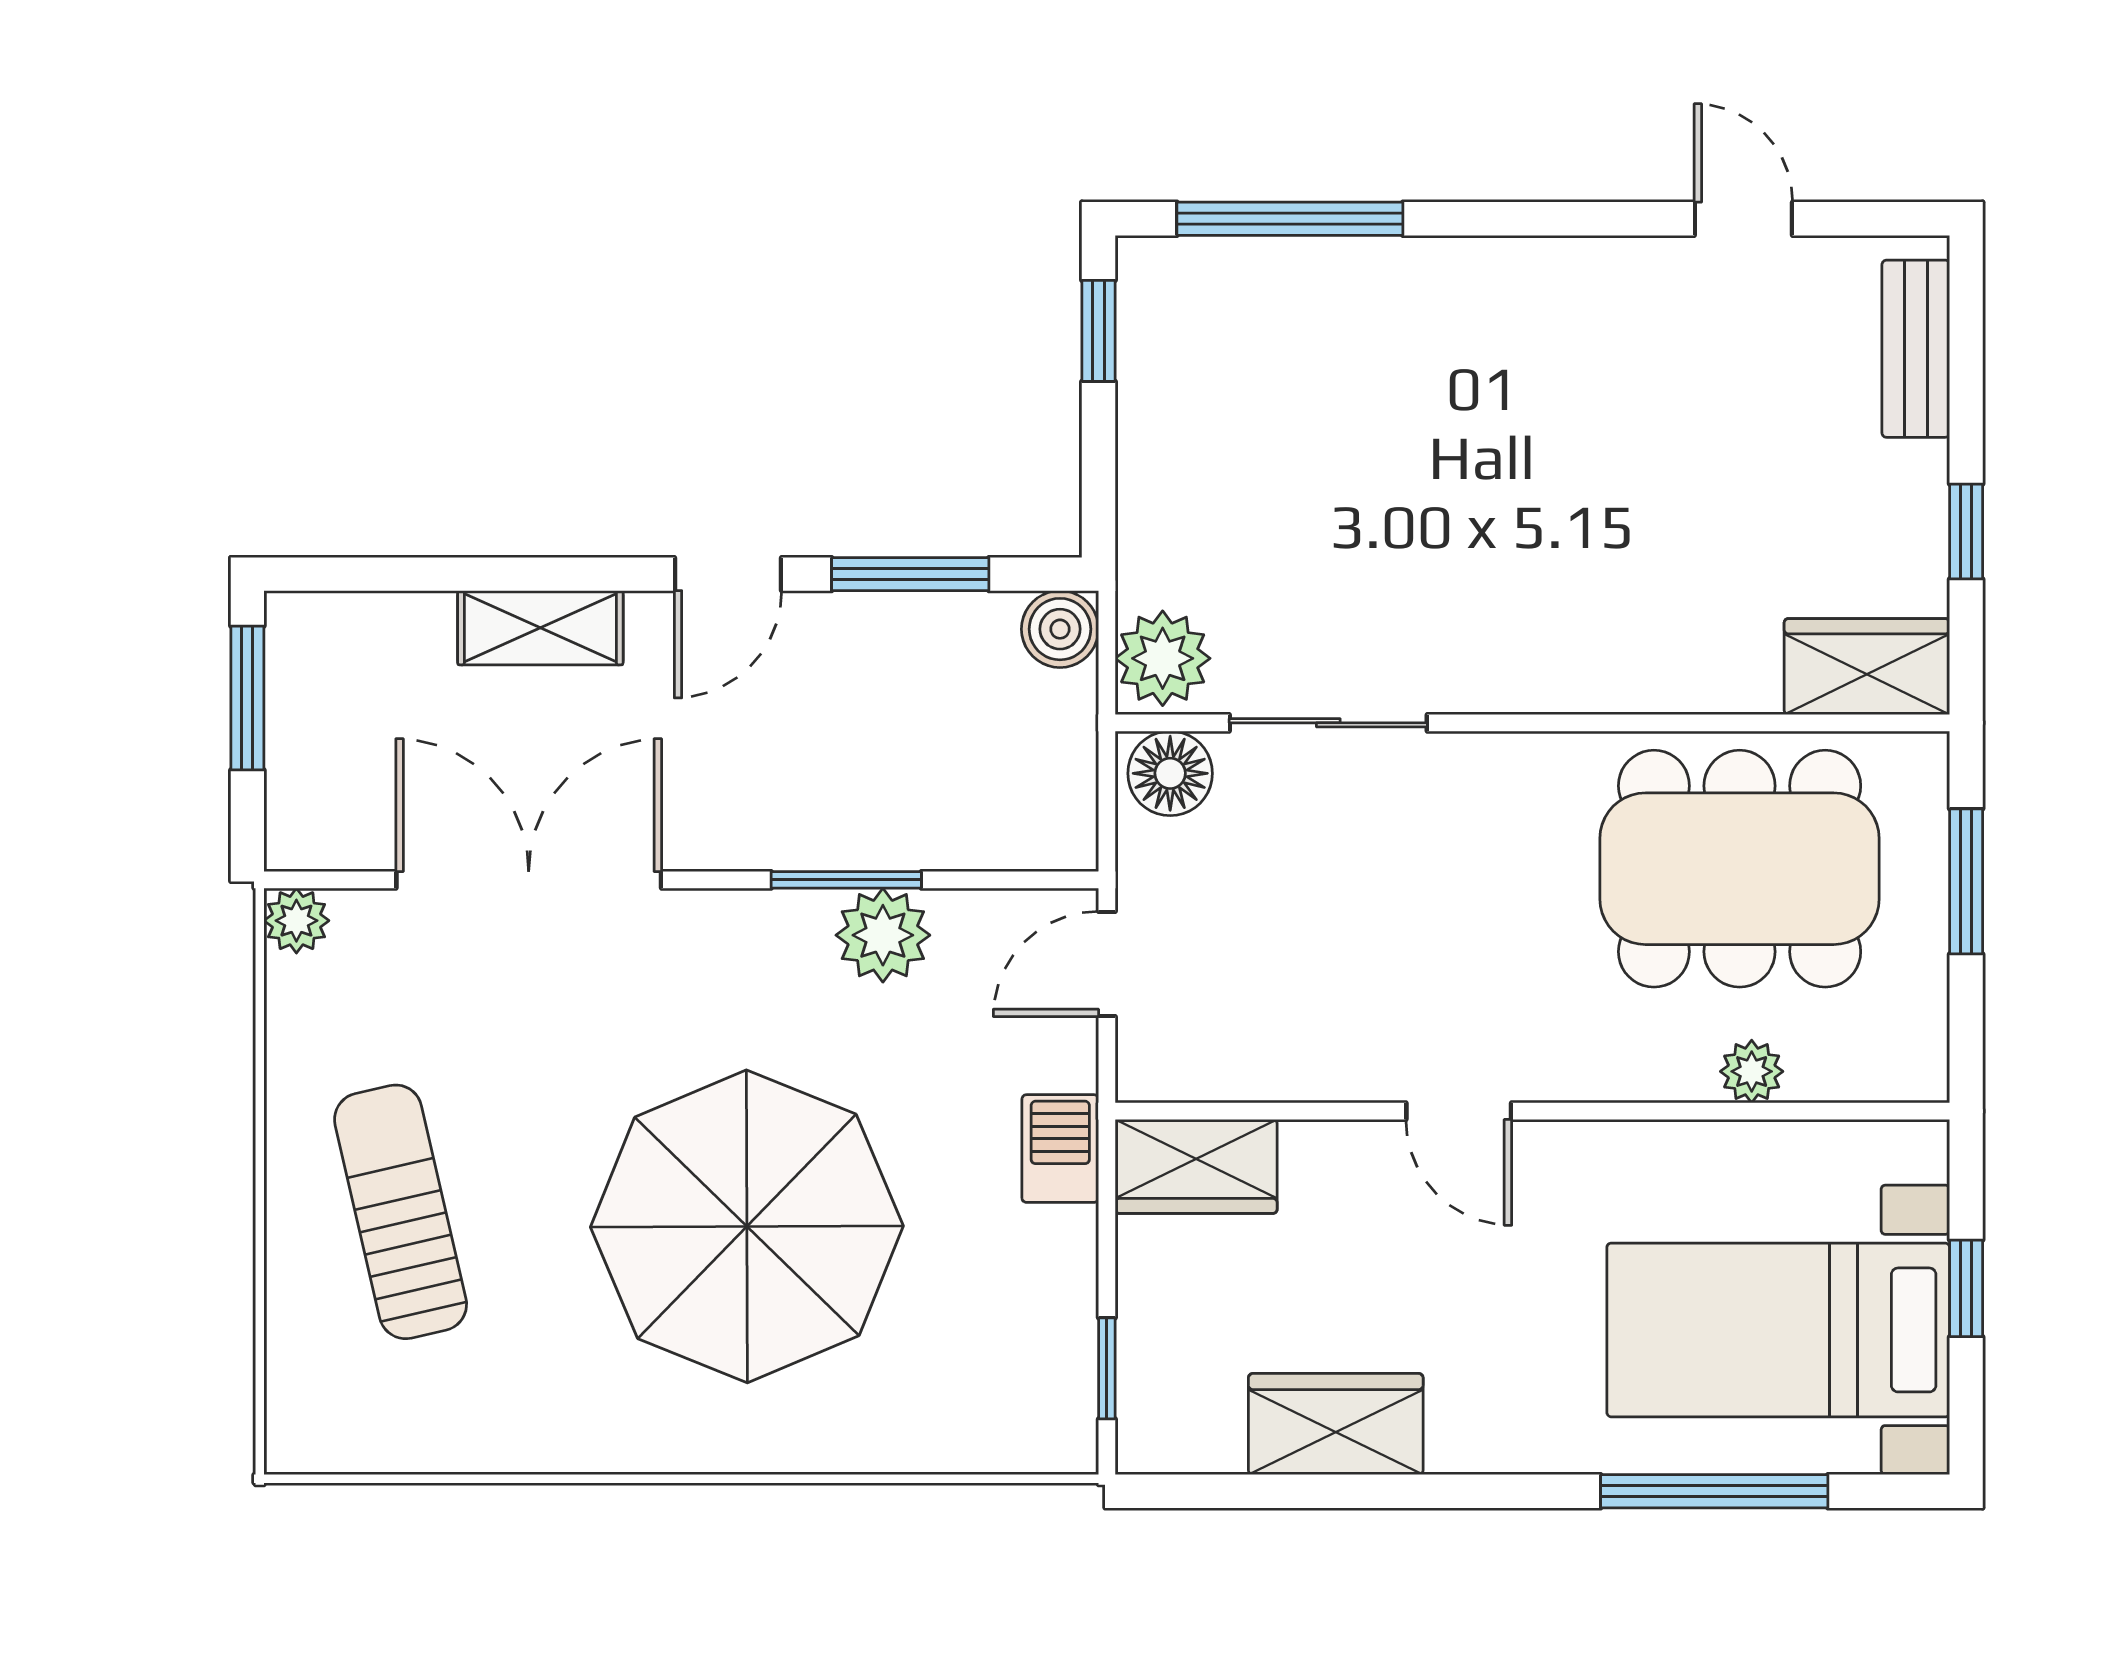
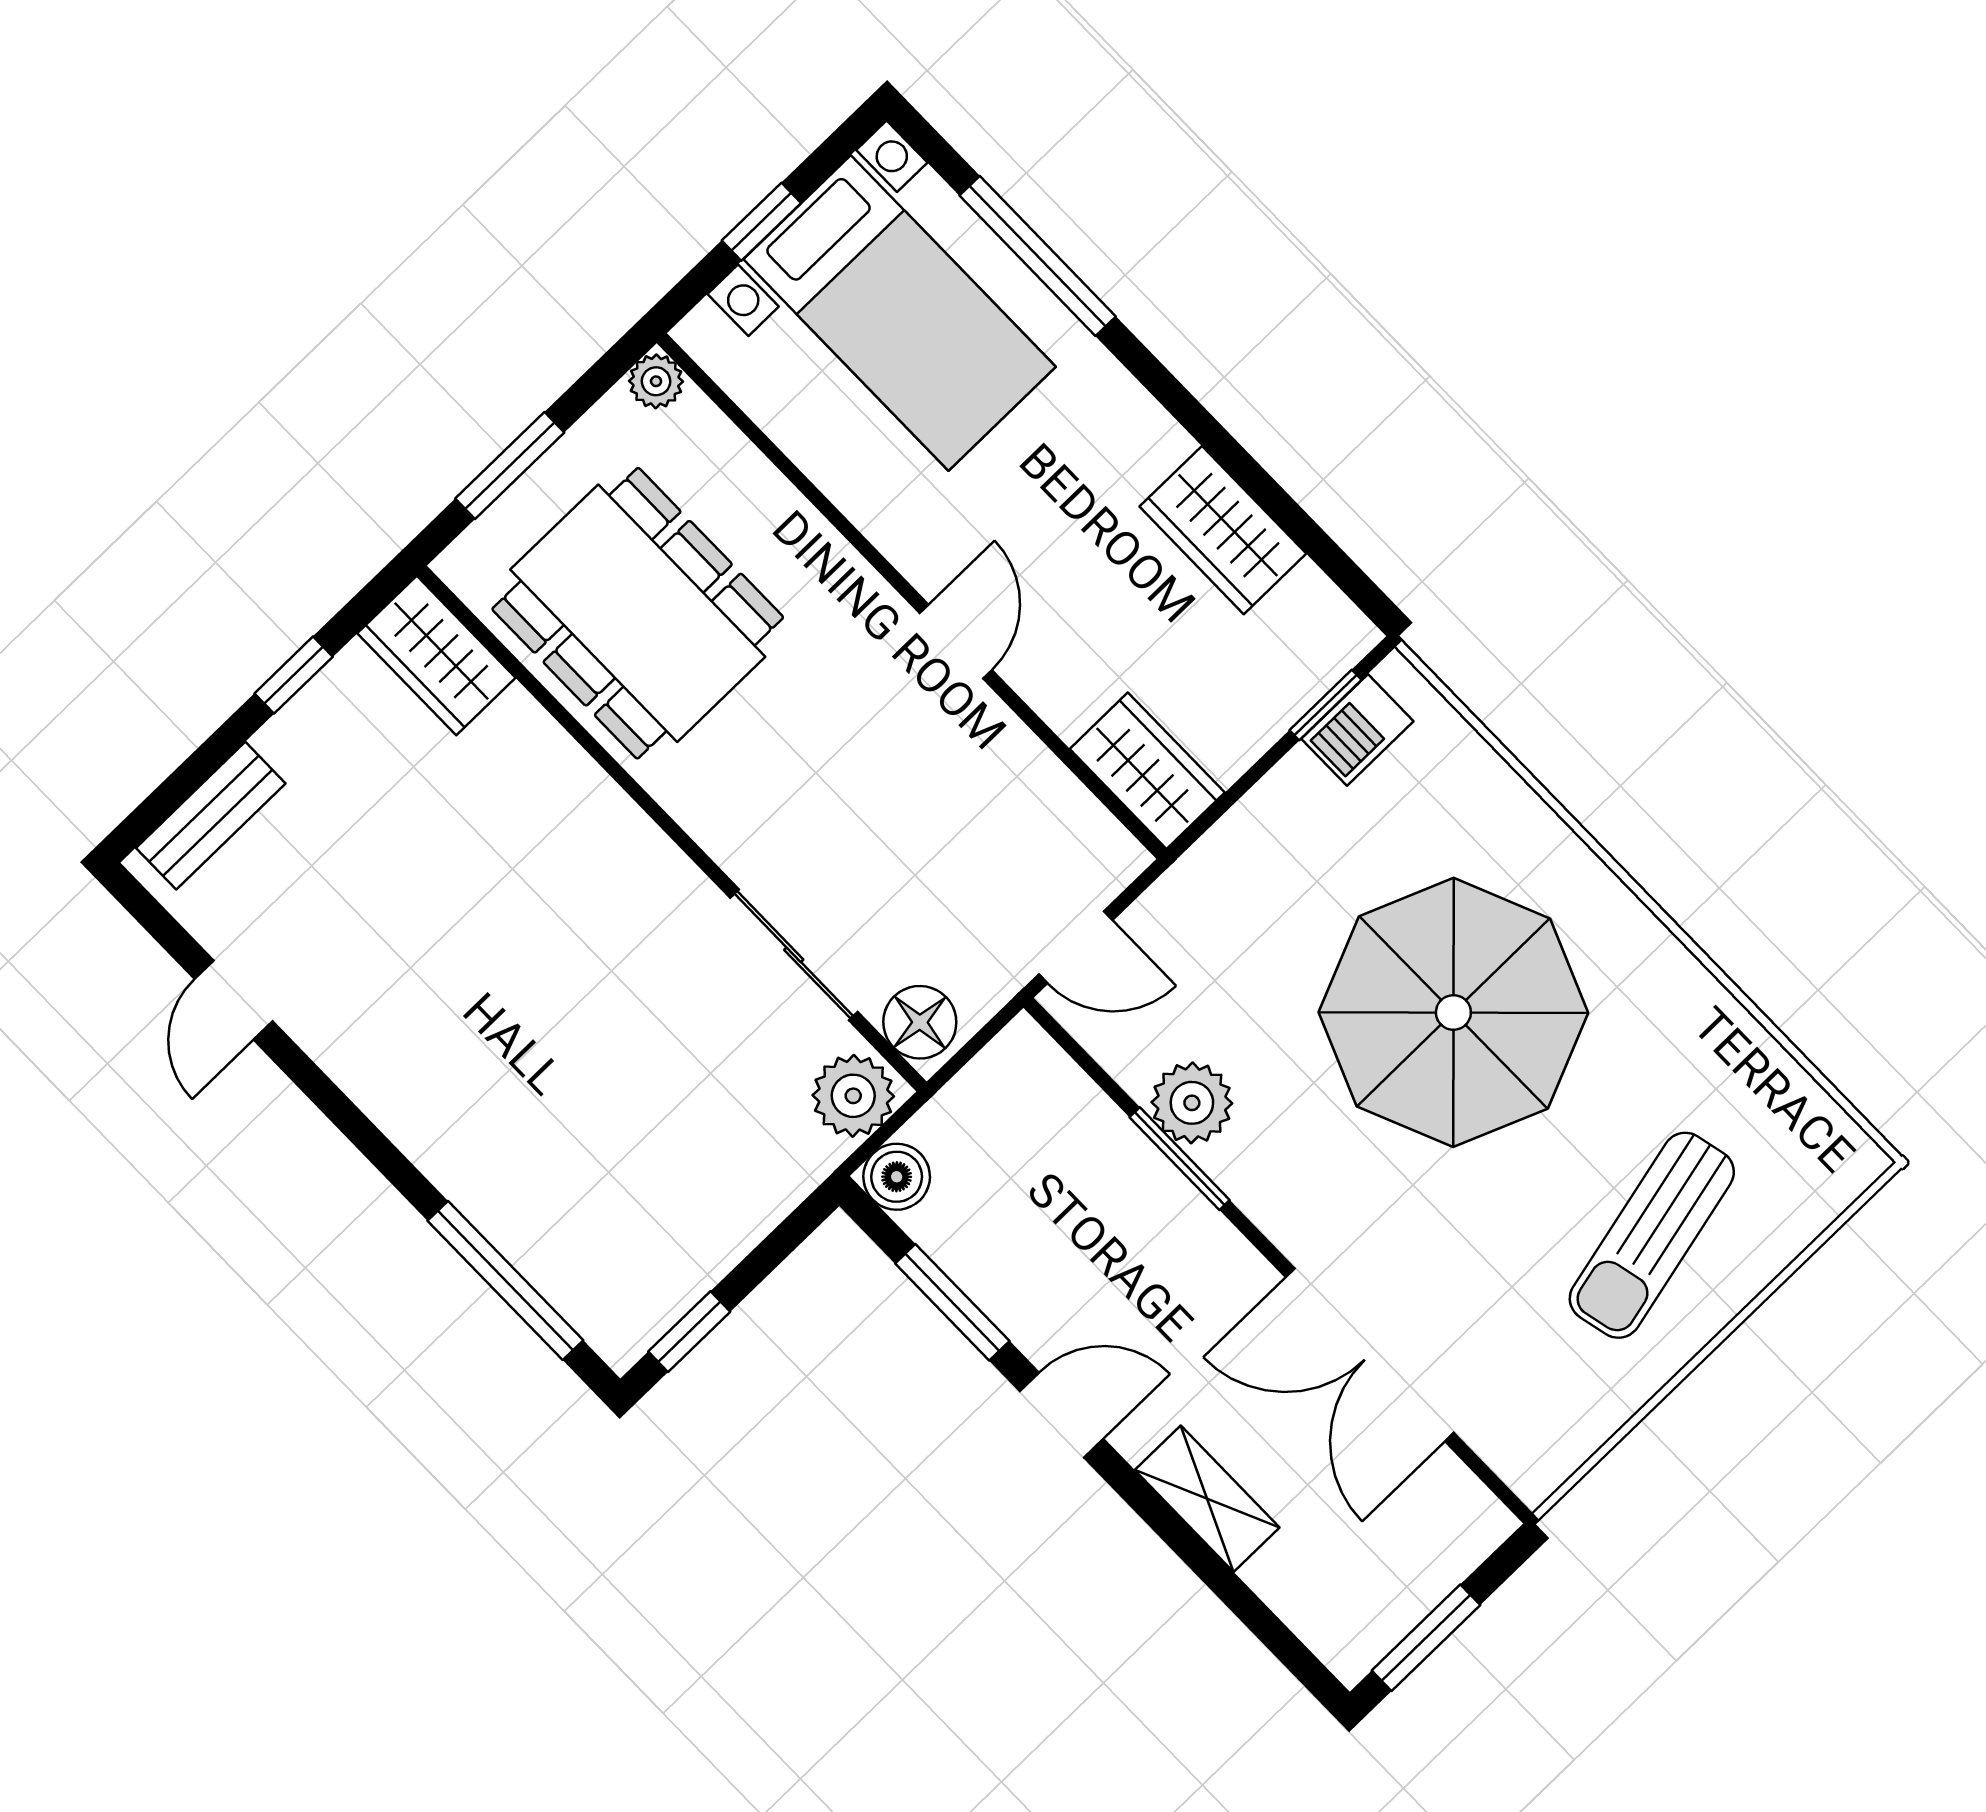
plant: (296, 921) -> (1534, 1474), removed
plant: (1752, 1071) -> (656, 381), moved
barbecue: (1060, 1149) -> (1357, 730), moved

